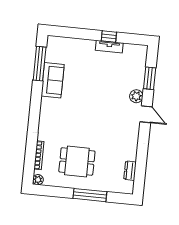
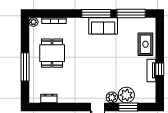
rug: (78, 50) -> (145, 44), added
plant: (135, 79) -> (126, 95), added
sofa: (53, 80) -> (103, 26), moved
window: (35, 105) -> (96, 13), added

